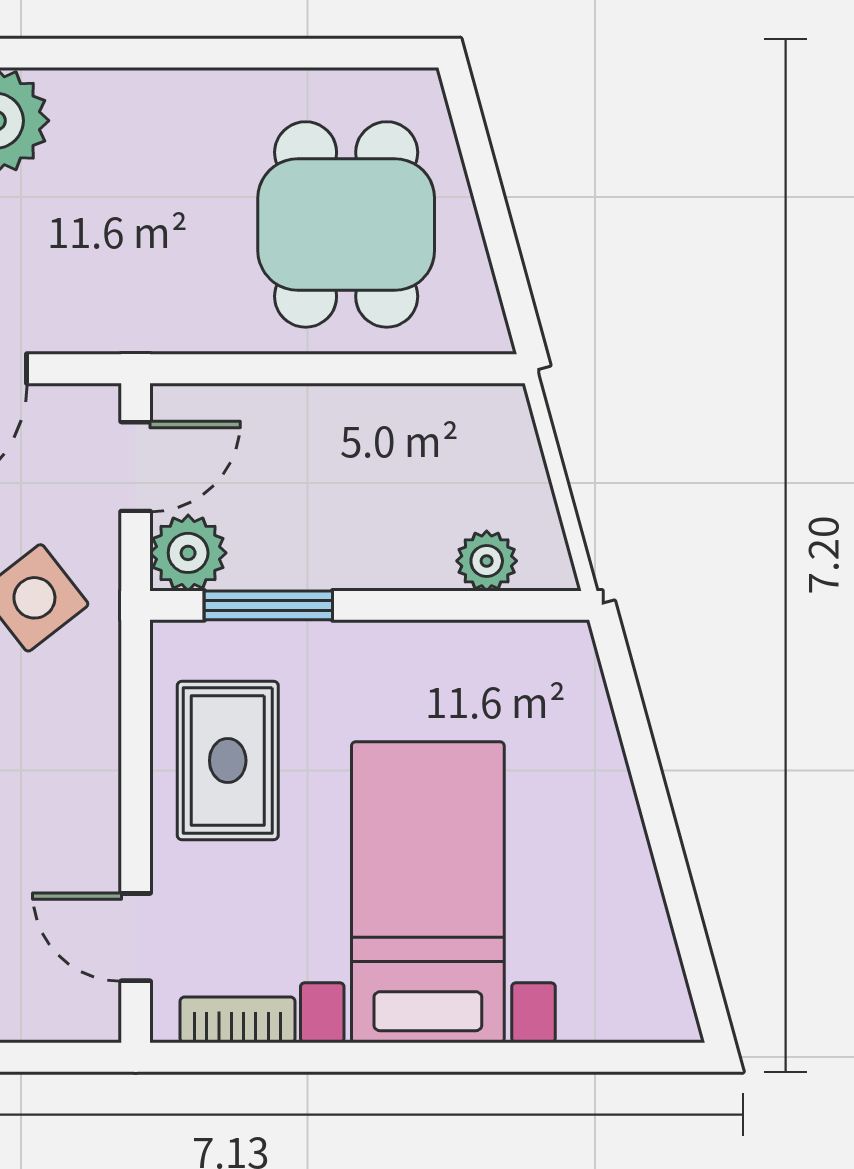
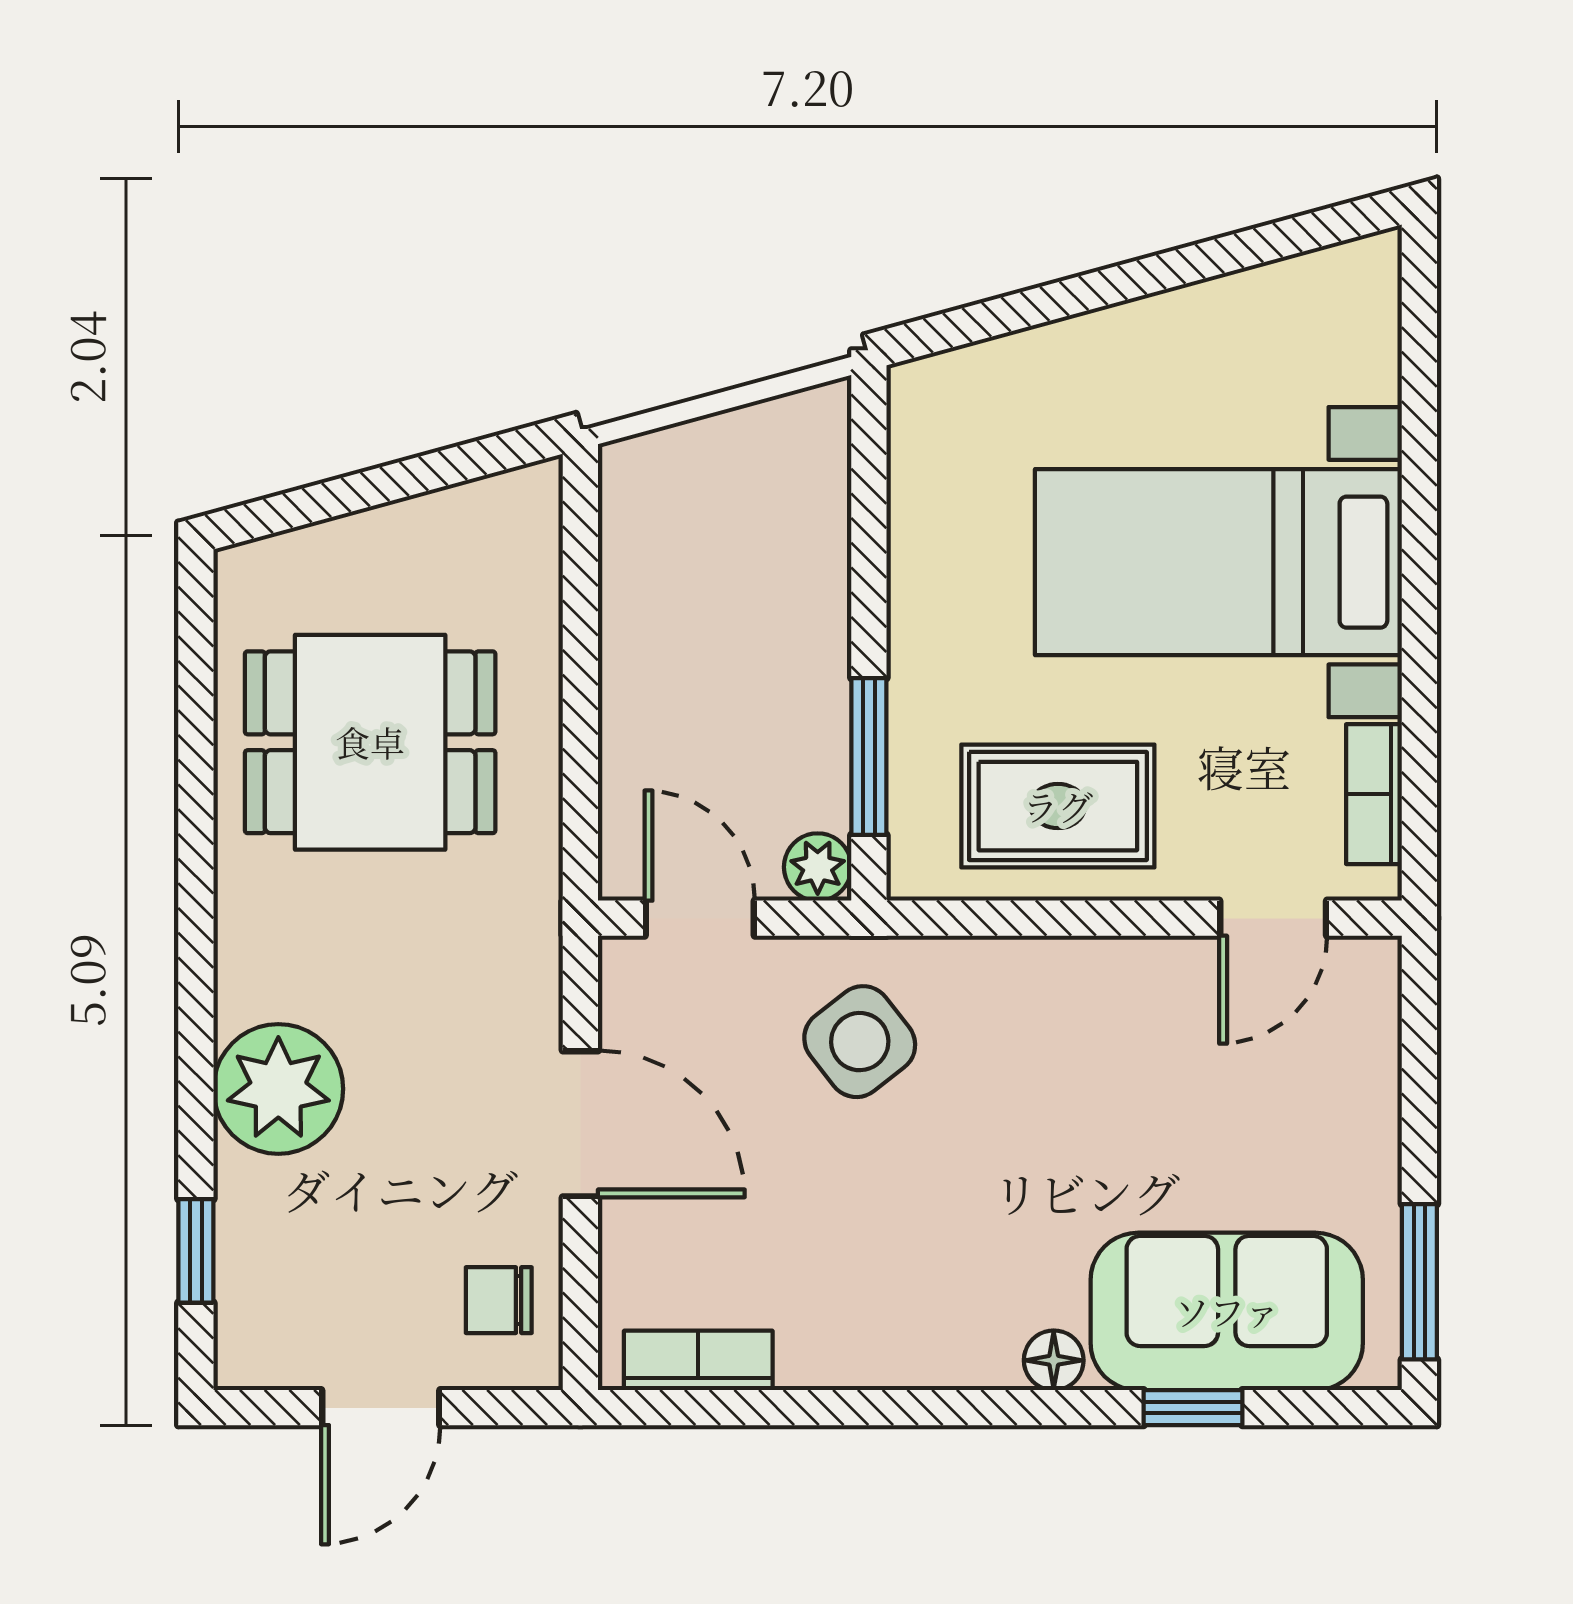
dining table: (346, 224) -> (370, 742), moved
plant: (188, 553) -> (818, 867), width x0.73, depth x0.73
plant: (487, 561) -> (815, 491), removed

